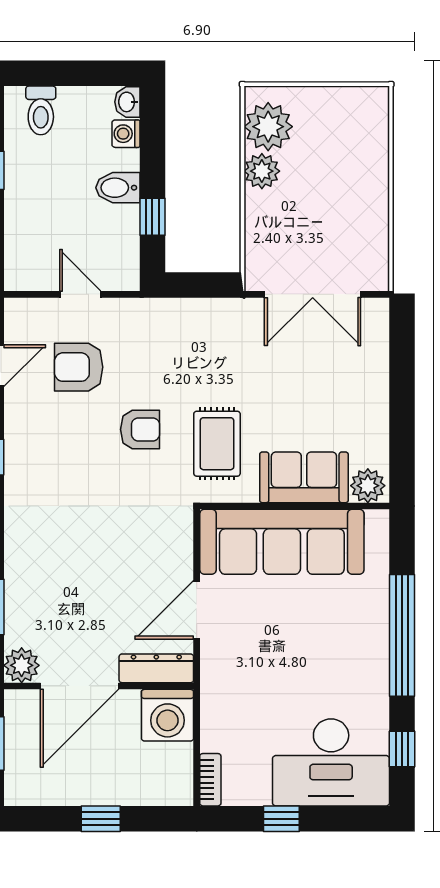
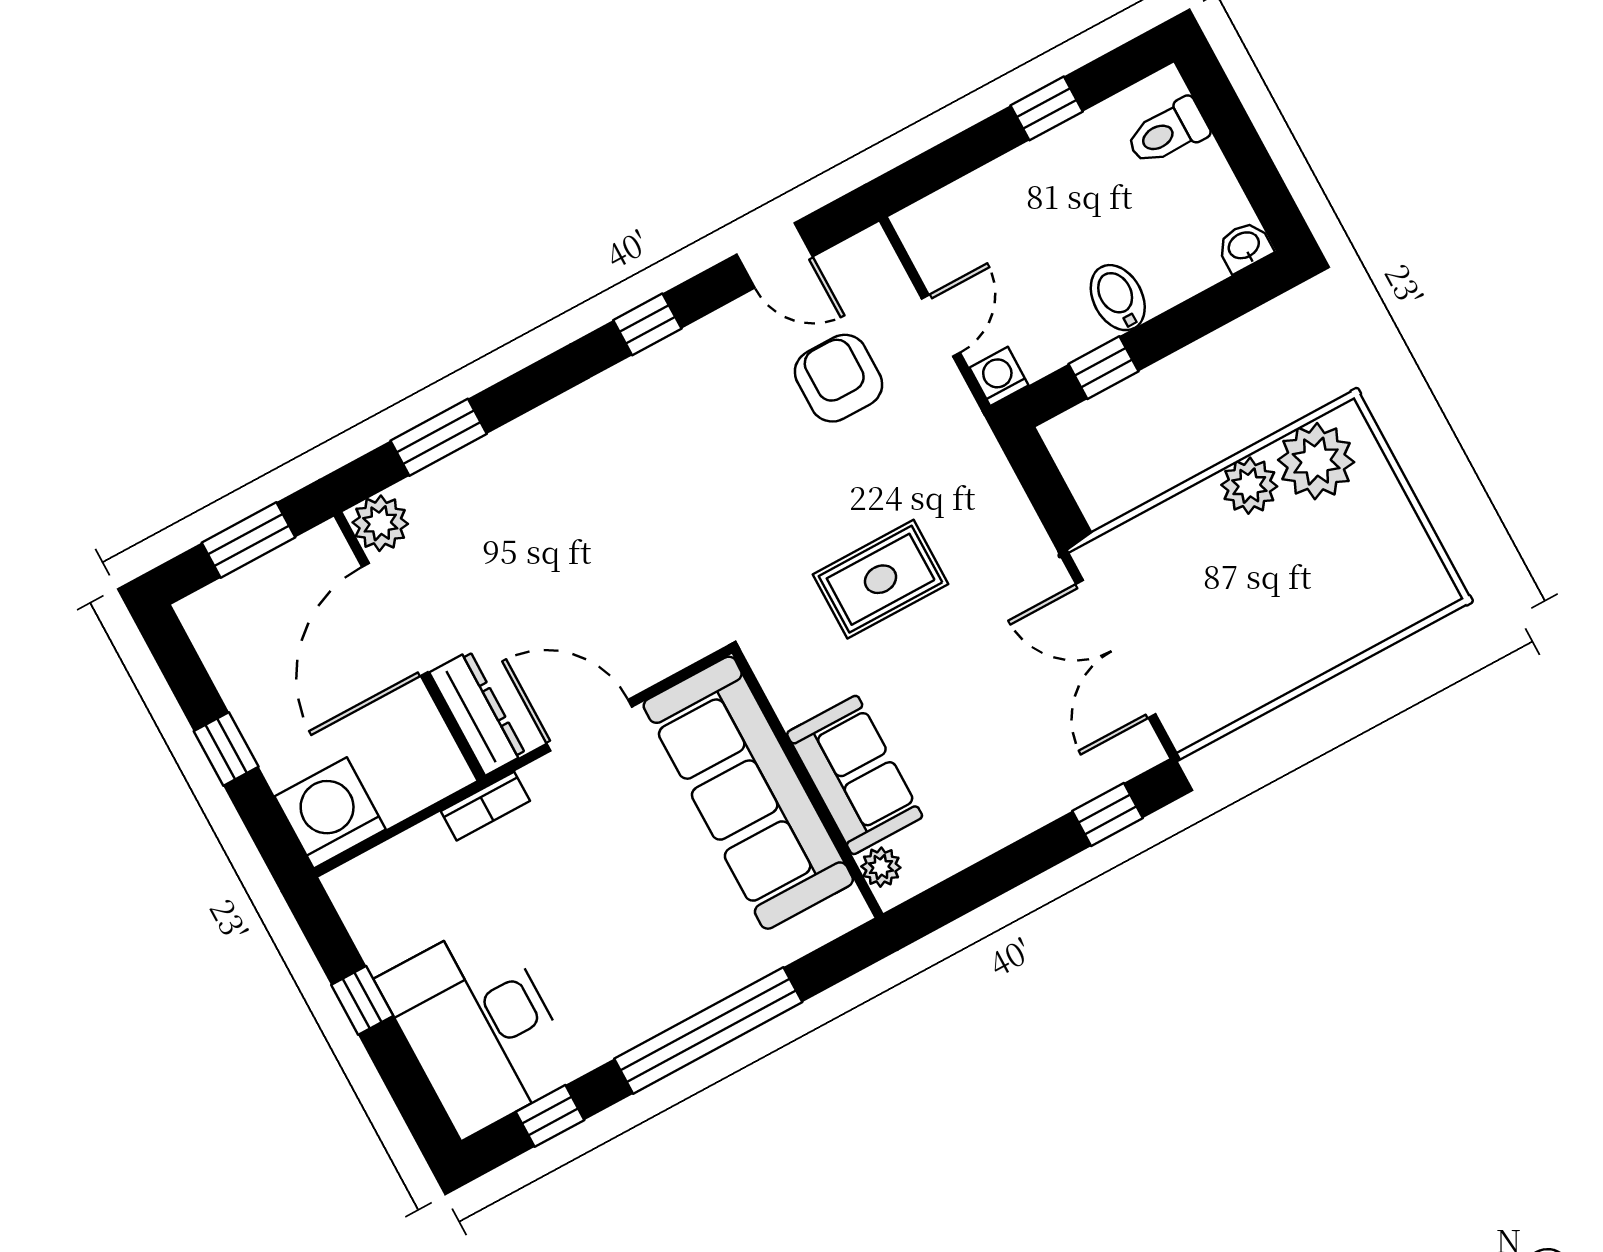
washing machine: (126, 134) -> (999, 376), moved
window: (402, 349) -> (1107, 815), added
armchair: (140, 429) -> (798, 511), removed
rug: (217, 444) -> (881, 579), moved
plant: (368, 486) -> (881, 867), width x0.73, depth x0.73
door: (79, 686) -> (395, 619), hinge flipped
washing machine: (168, 715) -> (330, 813), moved, turned 90
bookcase: (210, 780) -> (485, 806), moved

